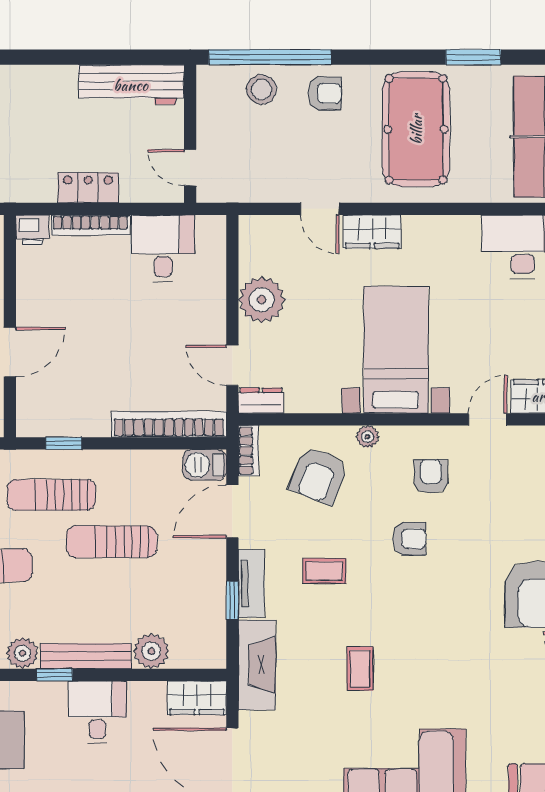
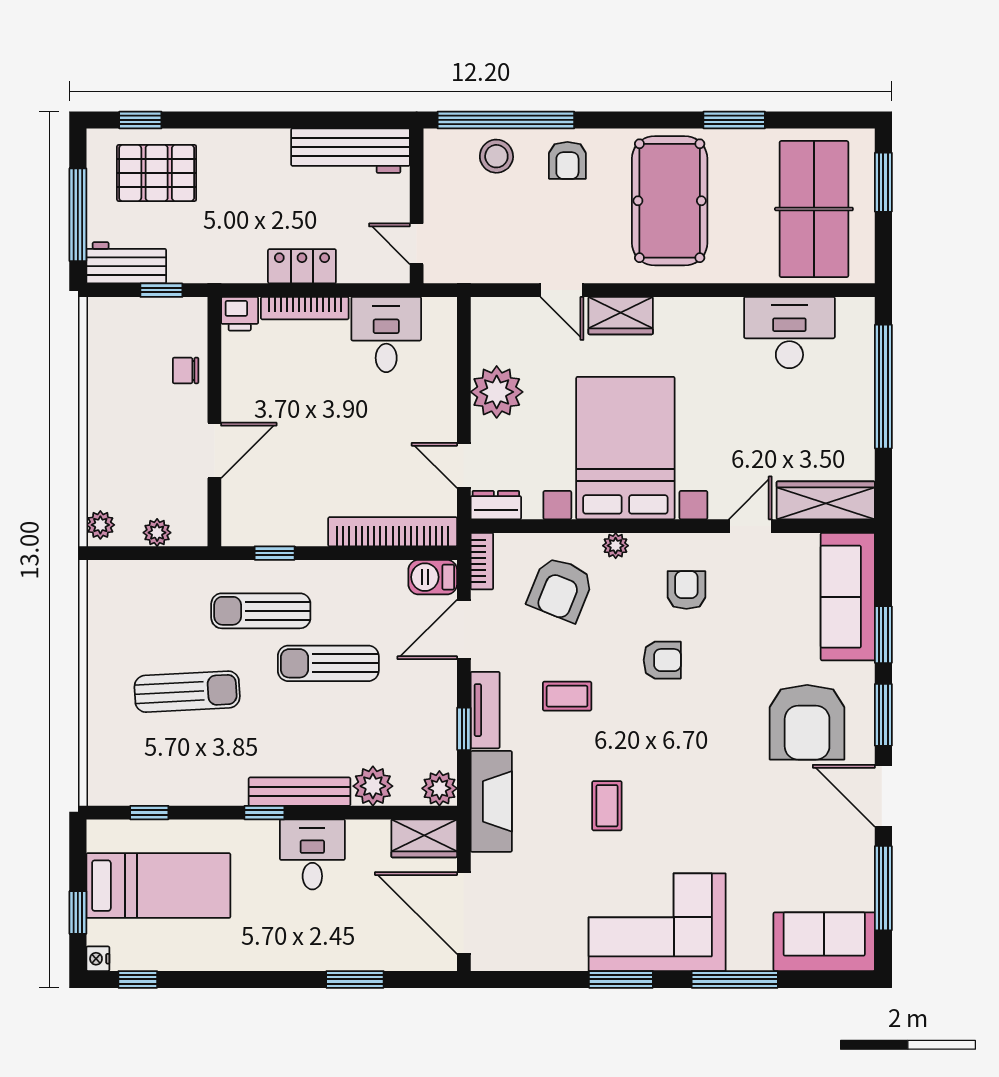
armchair: (325, 93) -> (567, 160), turned 90
bed with nightstands: (396, 350) -> (625, 448), width x1.36
plant: (23, 653) -> (439, 788), moved

